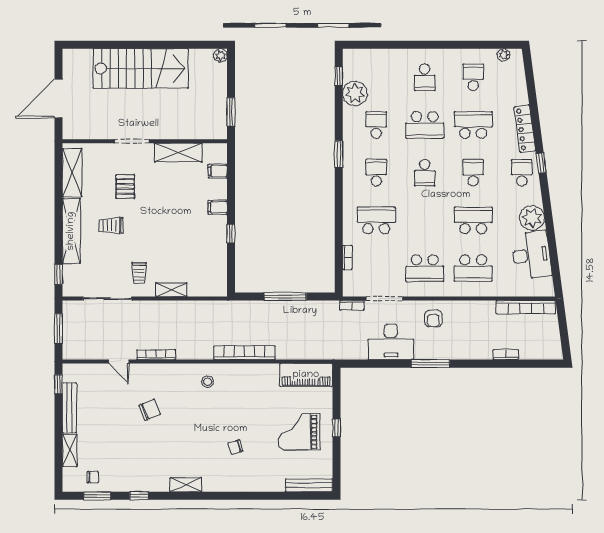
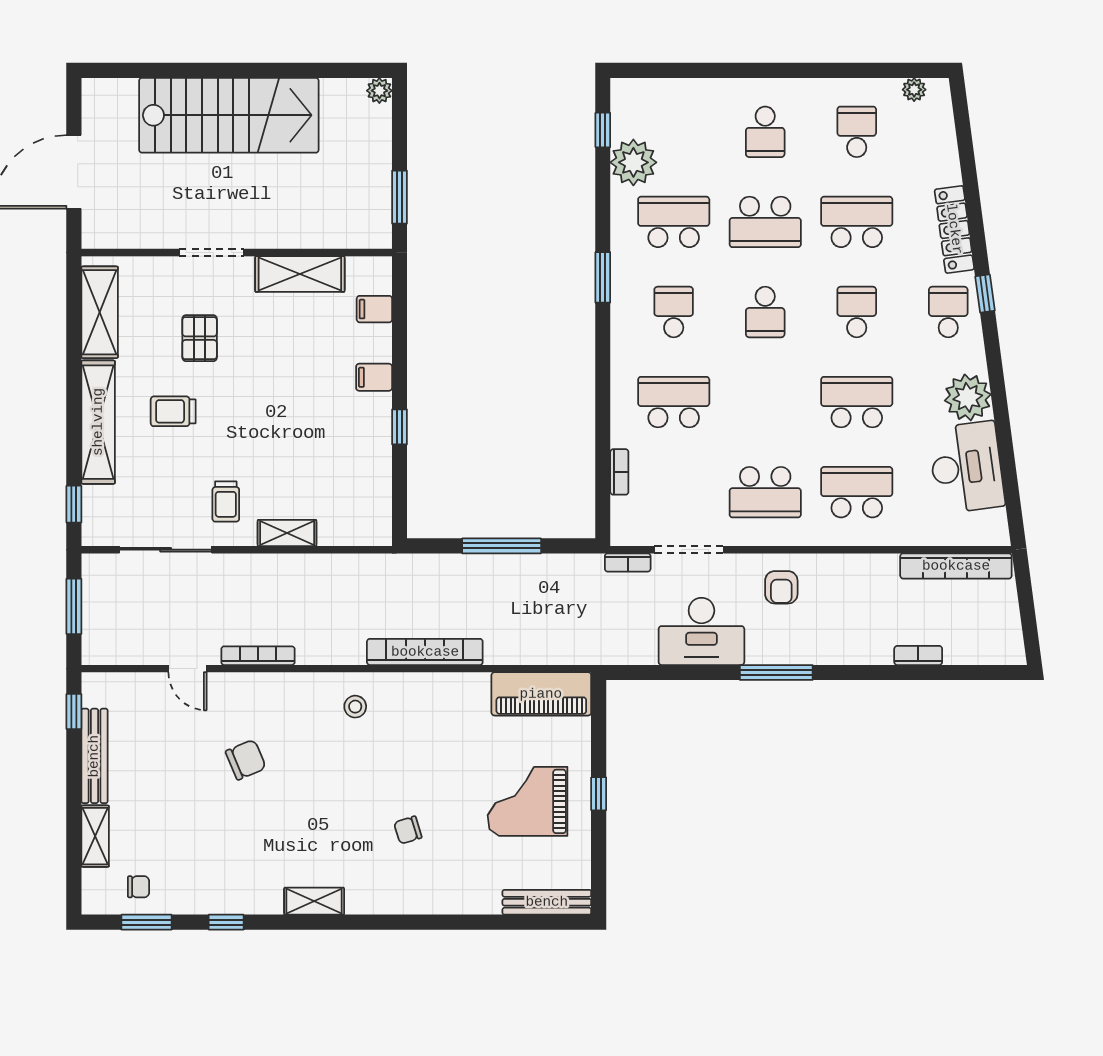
school desk: (376, 125) -> (674, 222), width x1.85
school desk: (473, 268) -> (857, 492), turned 180

